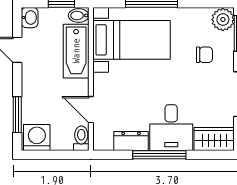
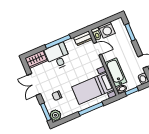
washing machine: (37, 137) -> (107, 30), moved
dresser: (131, 141) -> (83, 38), moved

